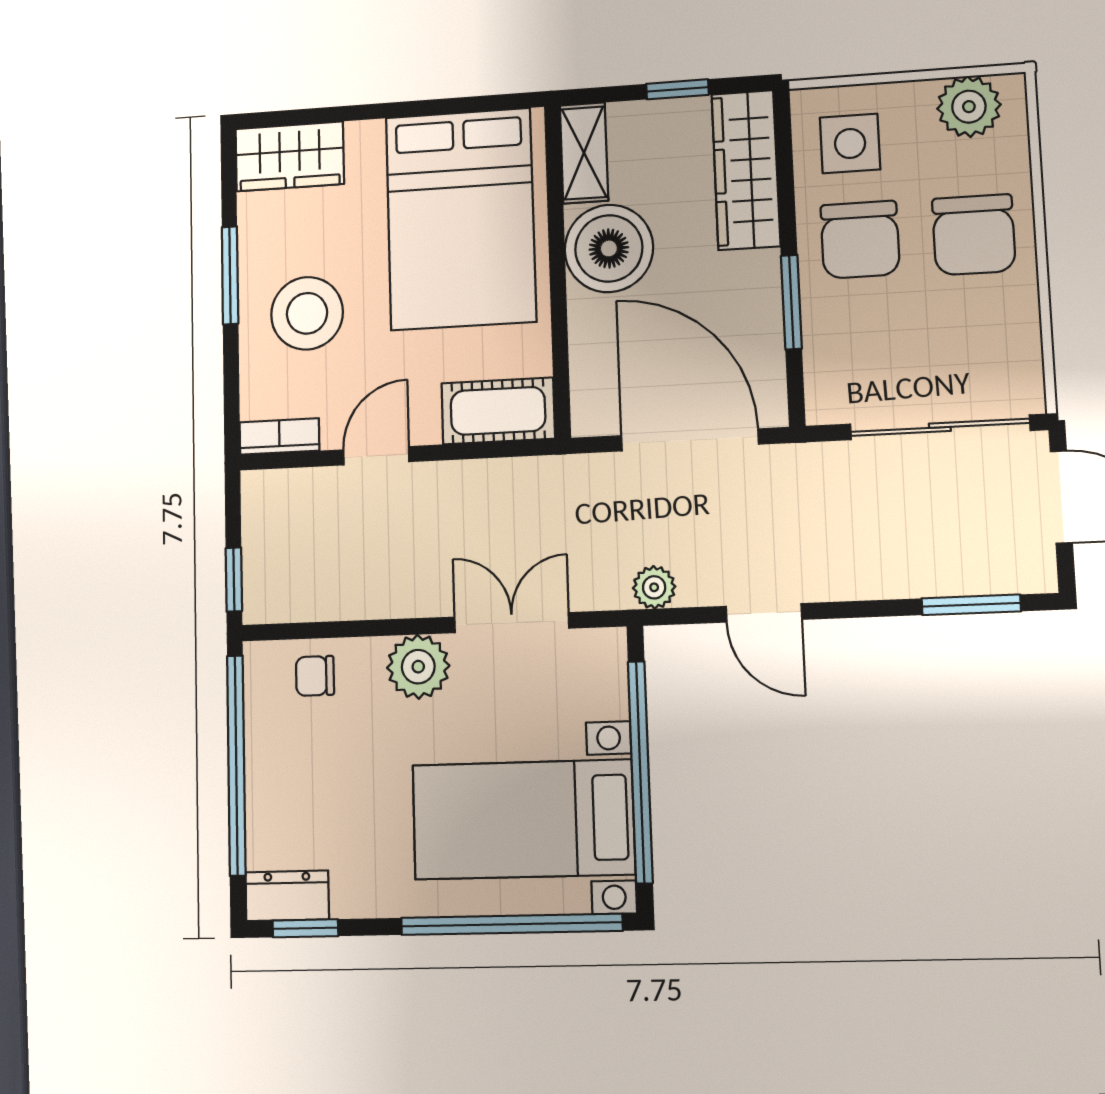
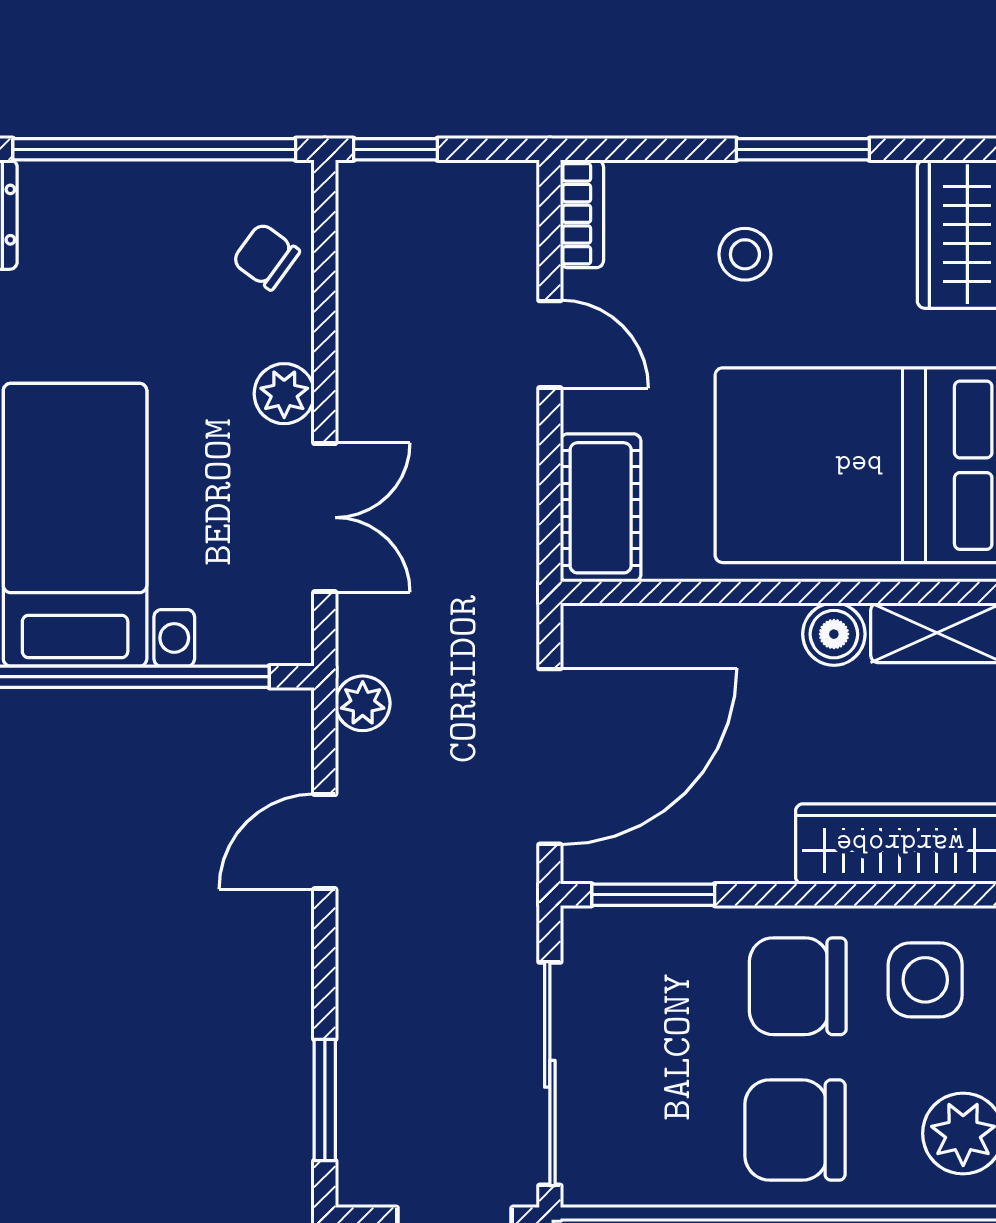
boiler: (609, 248) -> (834, 634), width x0.54, depth x0.54
window: (791, 302) -> (653, 895), moved
stool: (307, 313) -> (745, 254), width x0.53, depth x0.53
plant: (418, 667) -> (284, 394), width x0.73, depth x0.73
chair: (315, 676) -> (266, 256), turned -54

